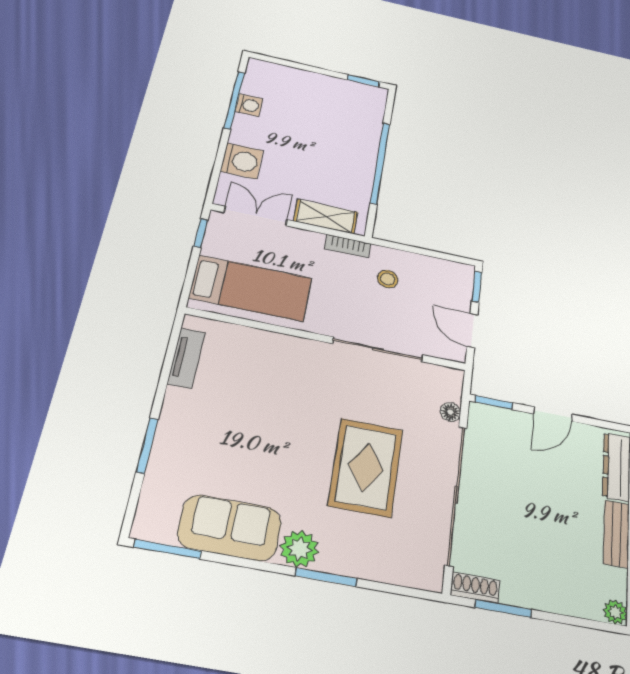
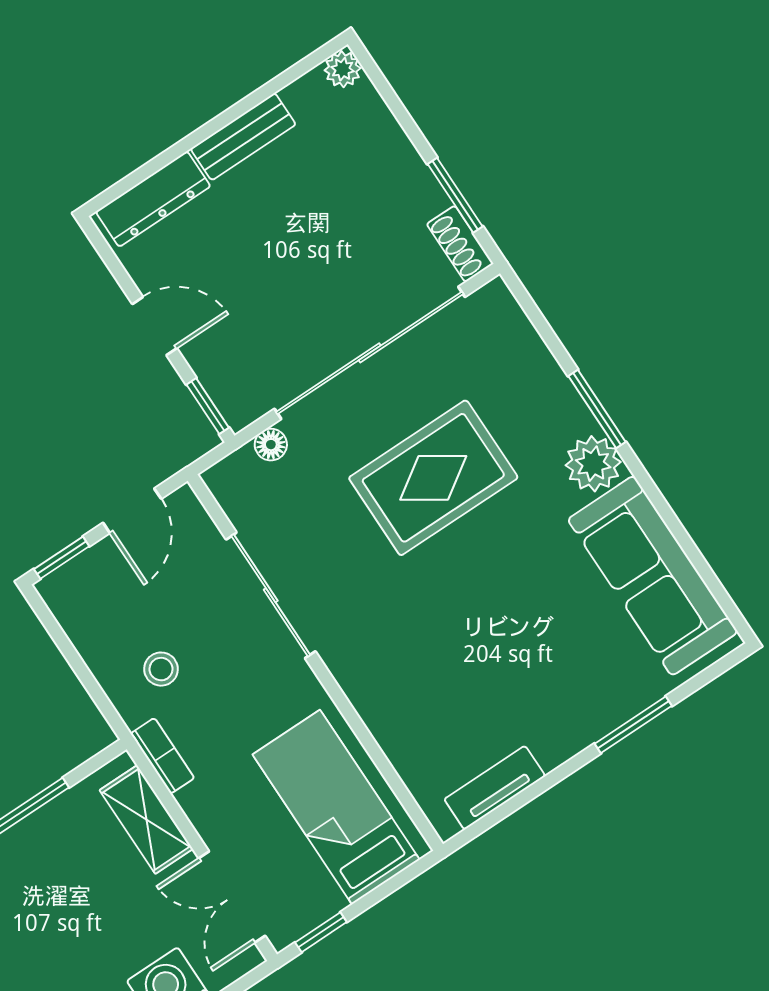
sofa: (230, 528) -> (653, 576), width x1.36
window: (168, 549) -> (720, 594), removed

